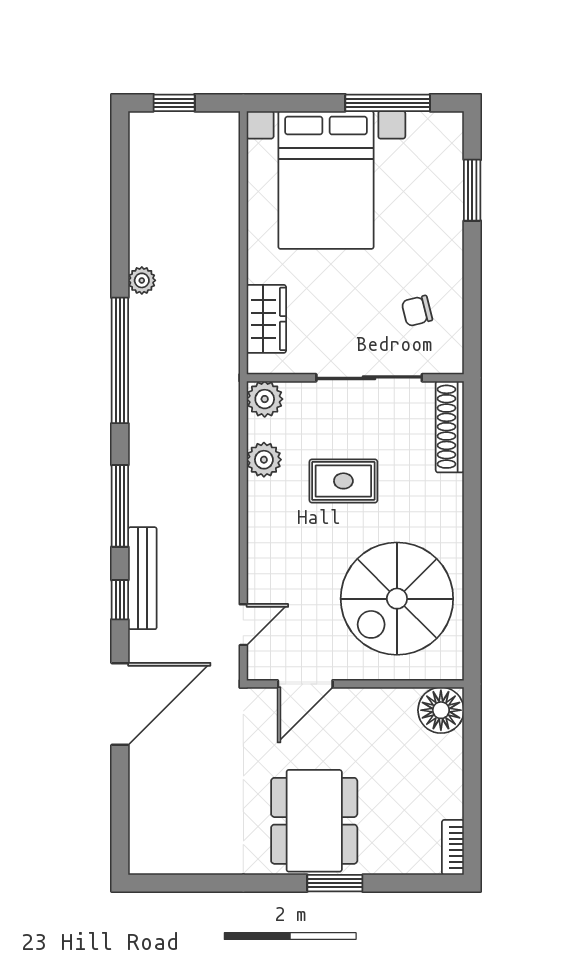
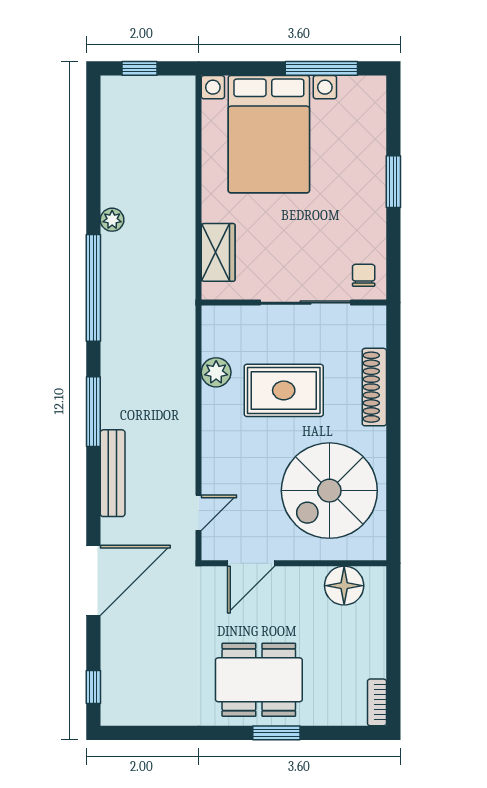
window: (472, 190) -> (393, 182), moved
chair: (417, 311) -> (364, 275), moved, turned 104
plant: (265, 399) -> (217, 321), removed
shoe rack: (450, 427) -> (374, 387), moved
rug: (343, 481) -> (284, 390), width x1.36, depth x1.43
window: (120, 600) -> (93, 687), moved
floor lamp: (441, 710) -> (344, 586), moved
dining table: (314, 821) -> (259, 680), turned 90

